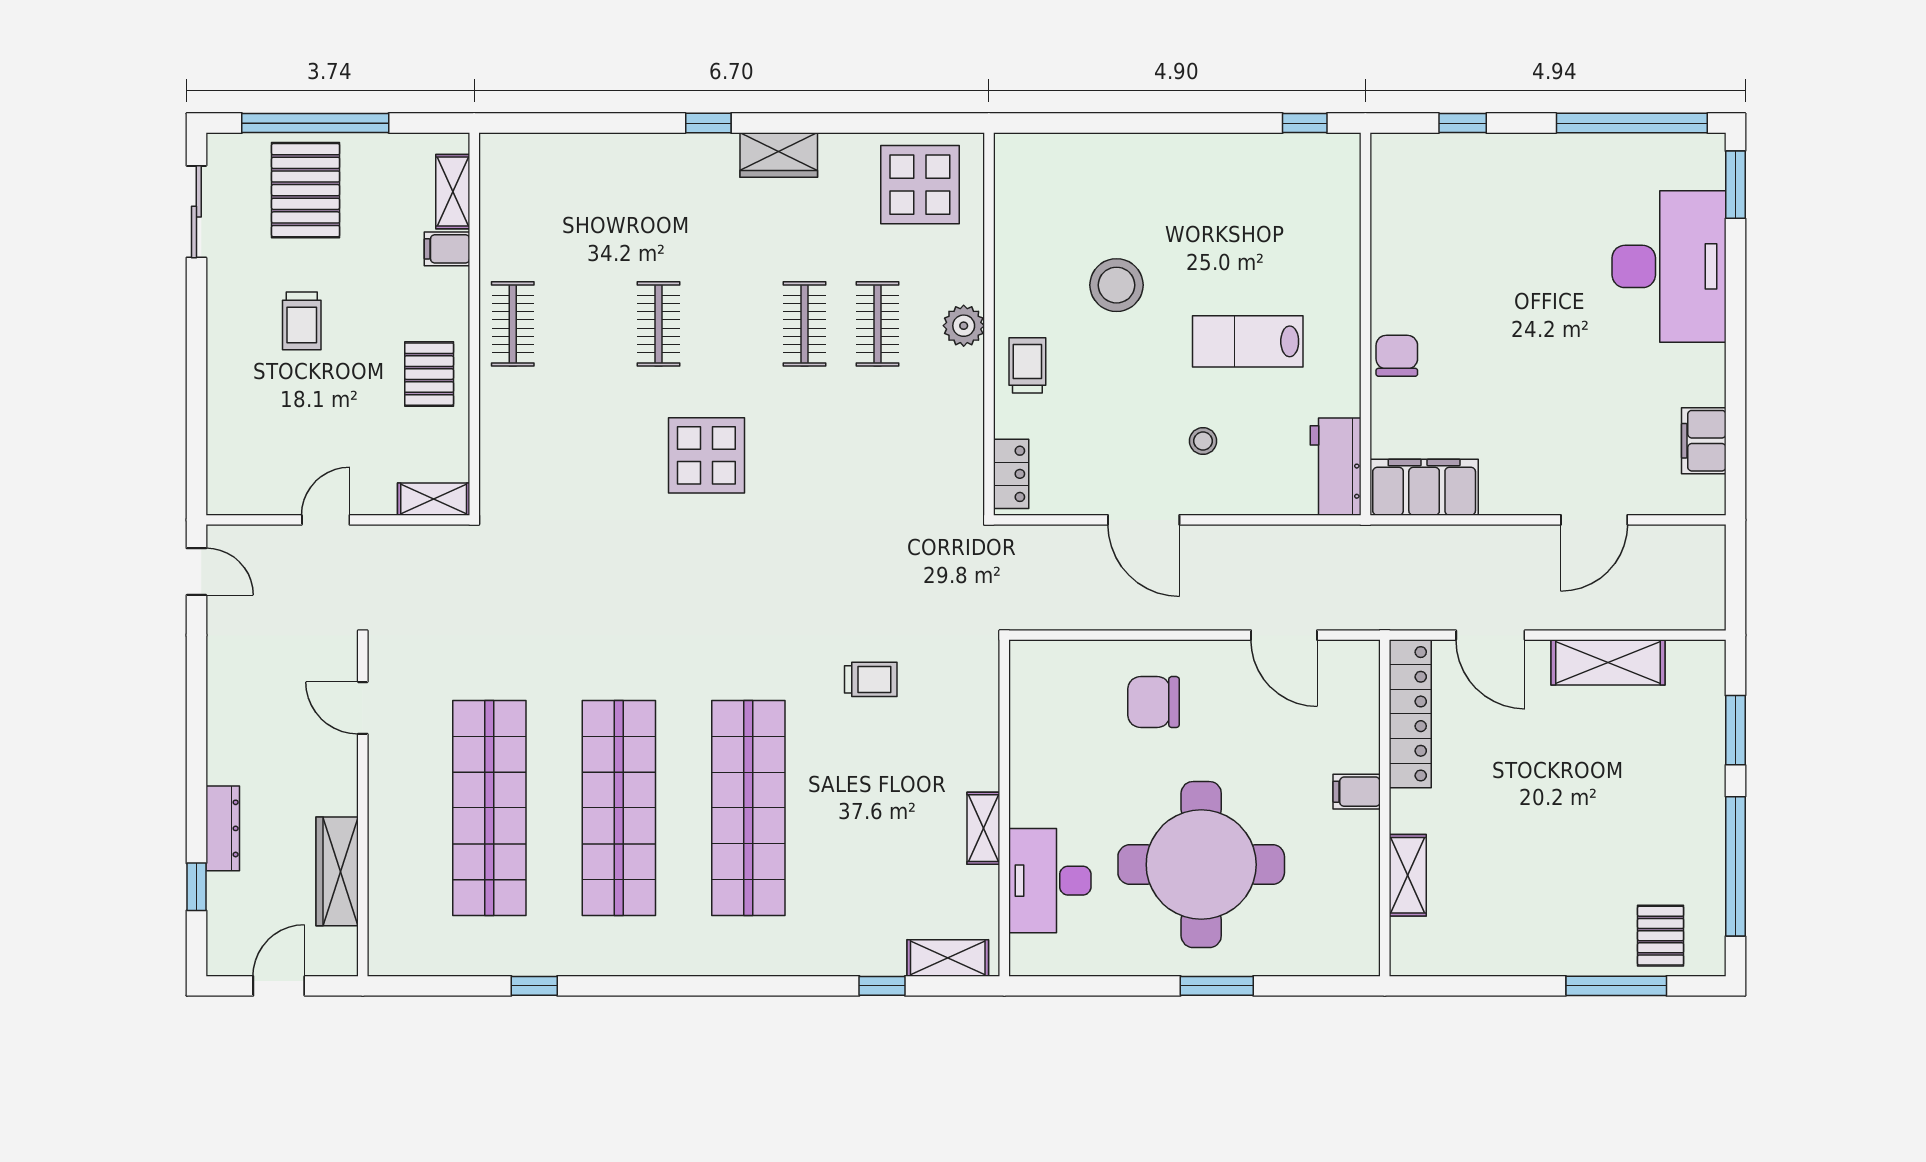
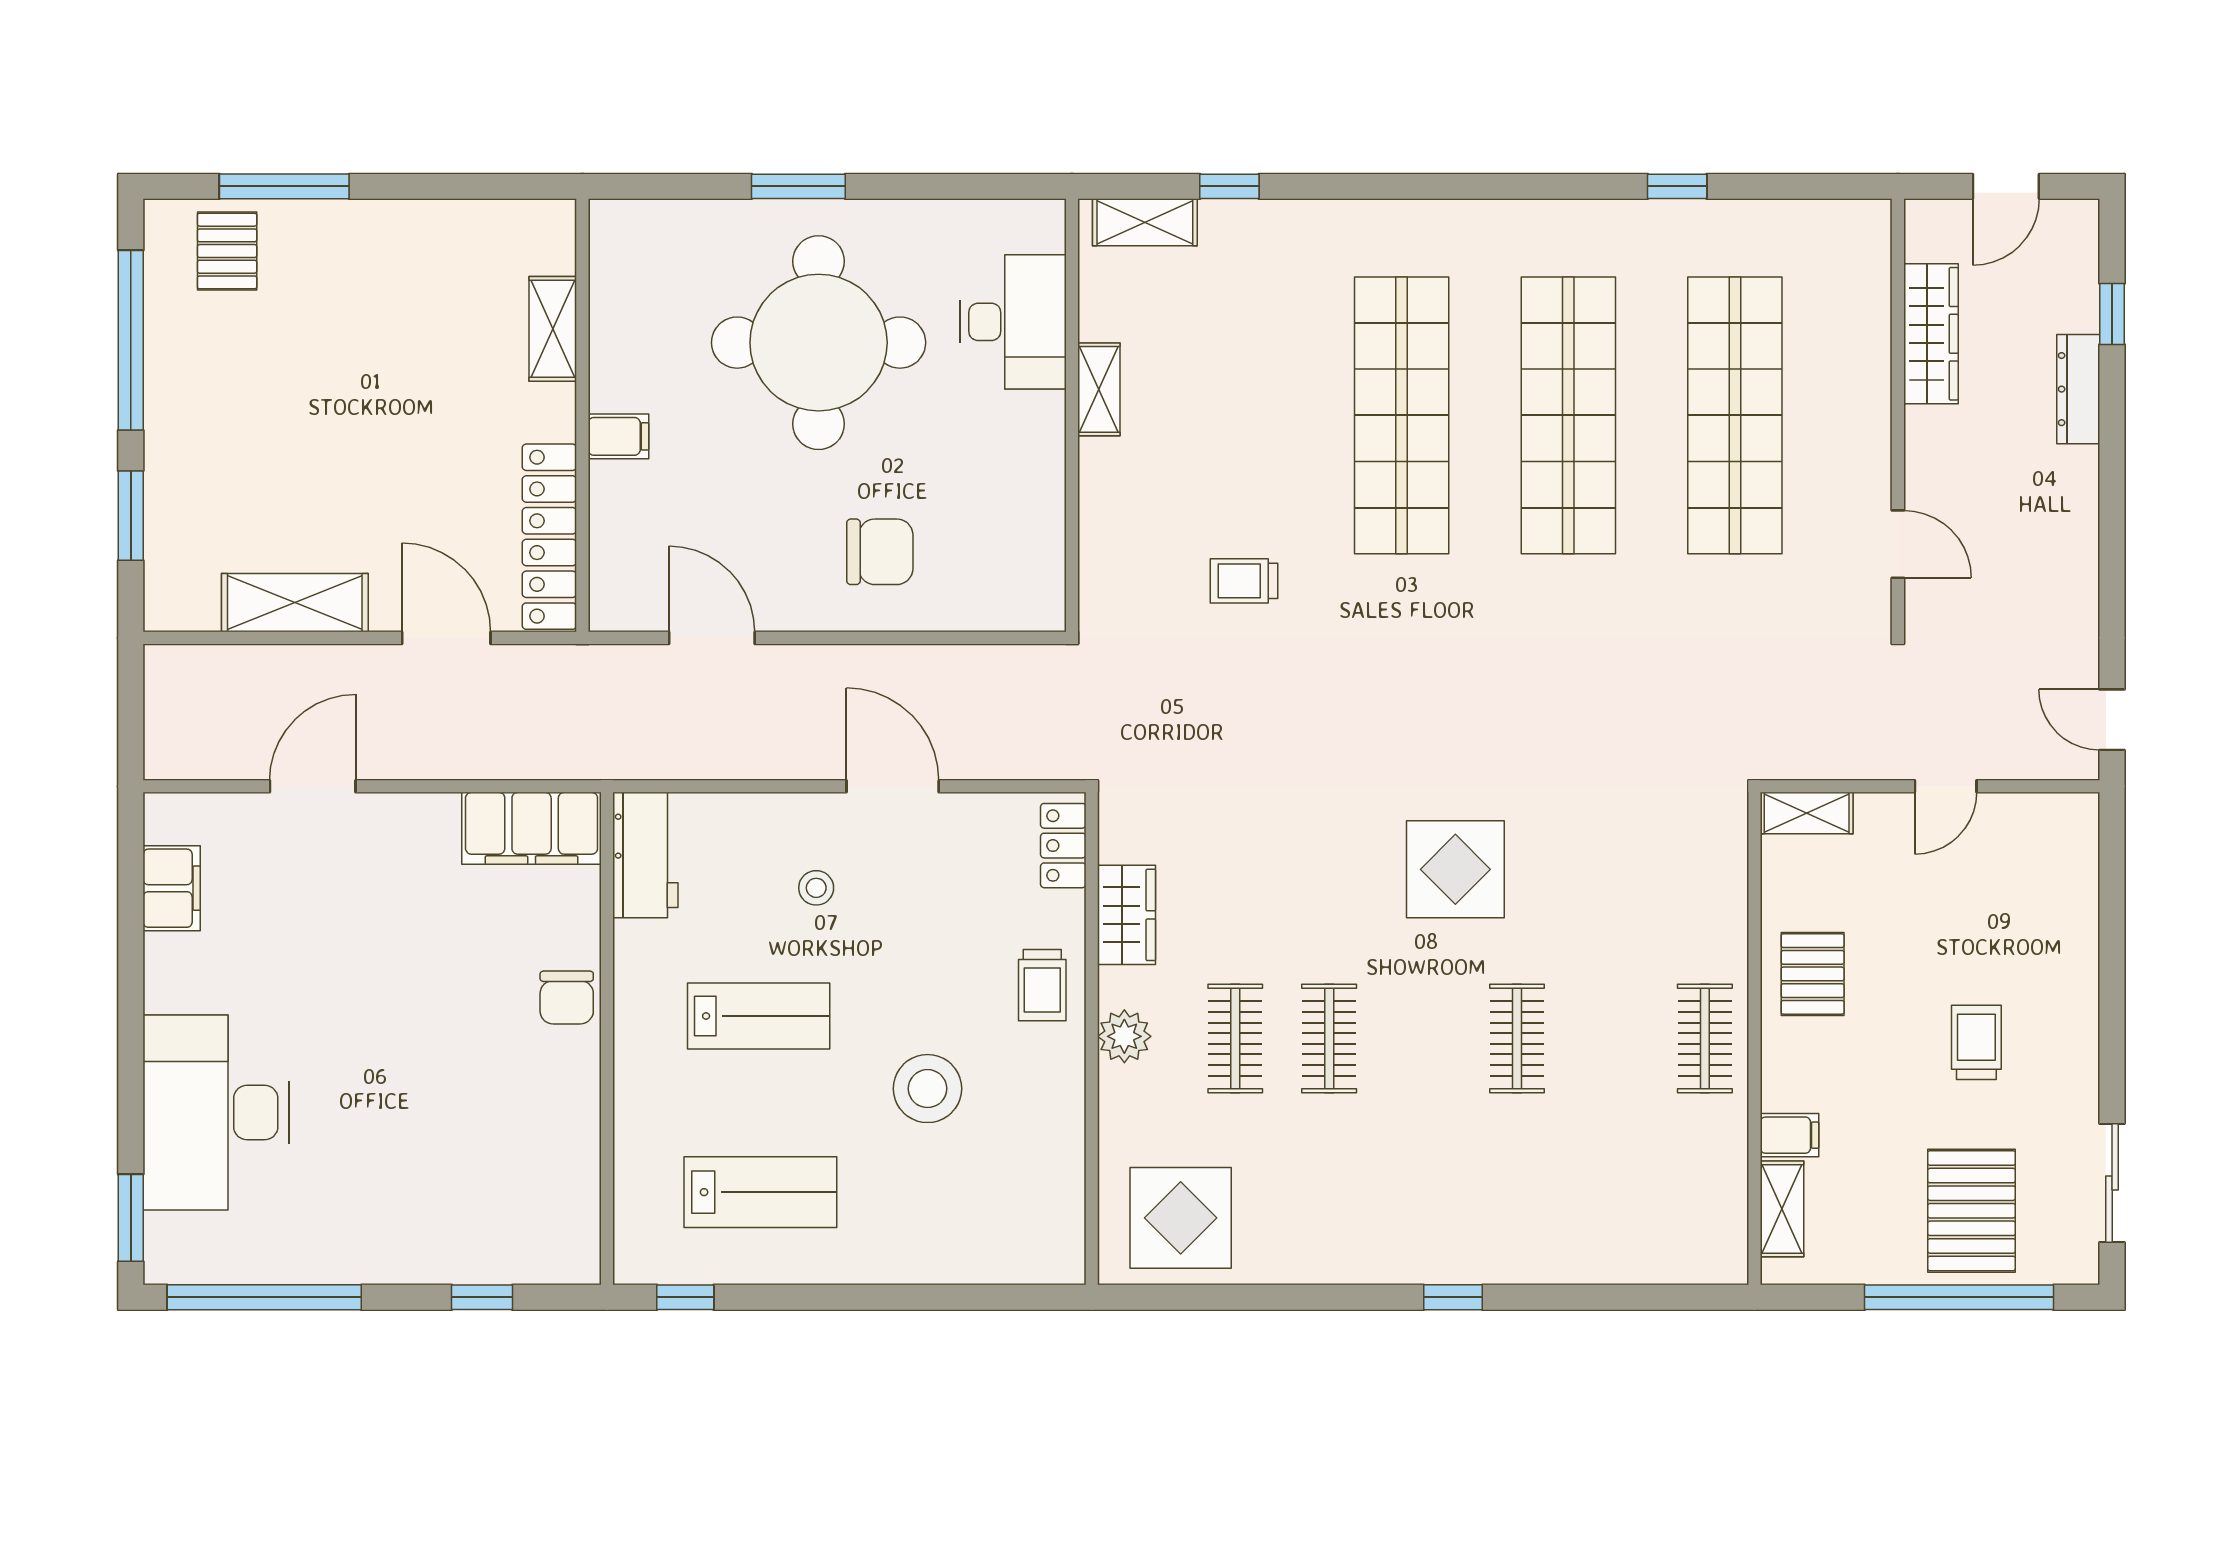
wardrobe: (779, 155) -> (1127, 915), moved, turned 90
lab bench: (1246, 205) -> (760, 1192), added

